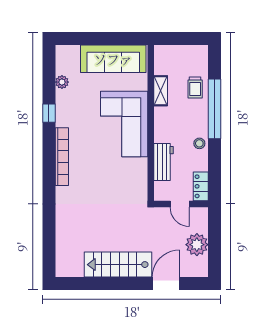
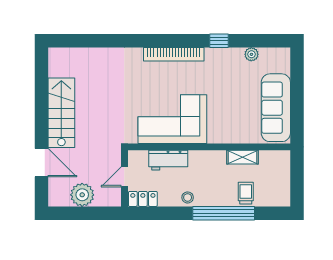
trolley: (195, 88) -> (246, 193), turned 90
corner sofa: (124, 124) -> (172, 119), moved

